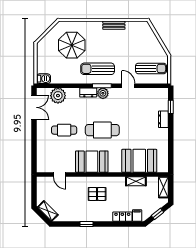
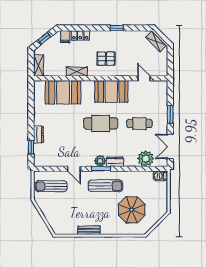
window: (34, 139) -> (170, 114), added
shelving: (136, 181) -> (77, 72), moved

